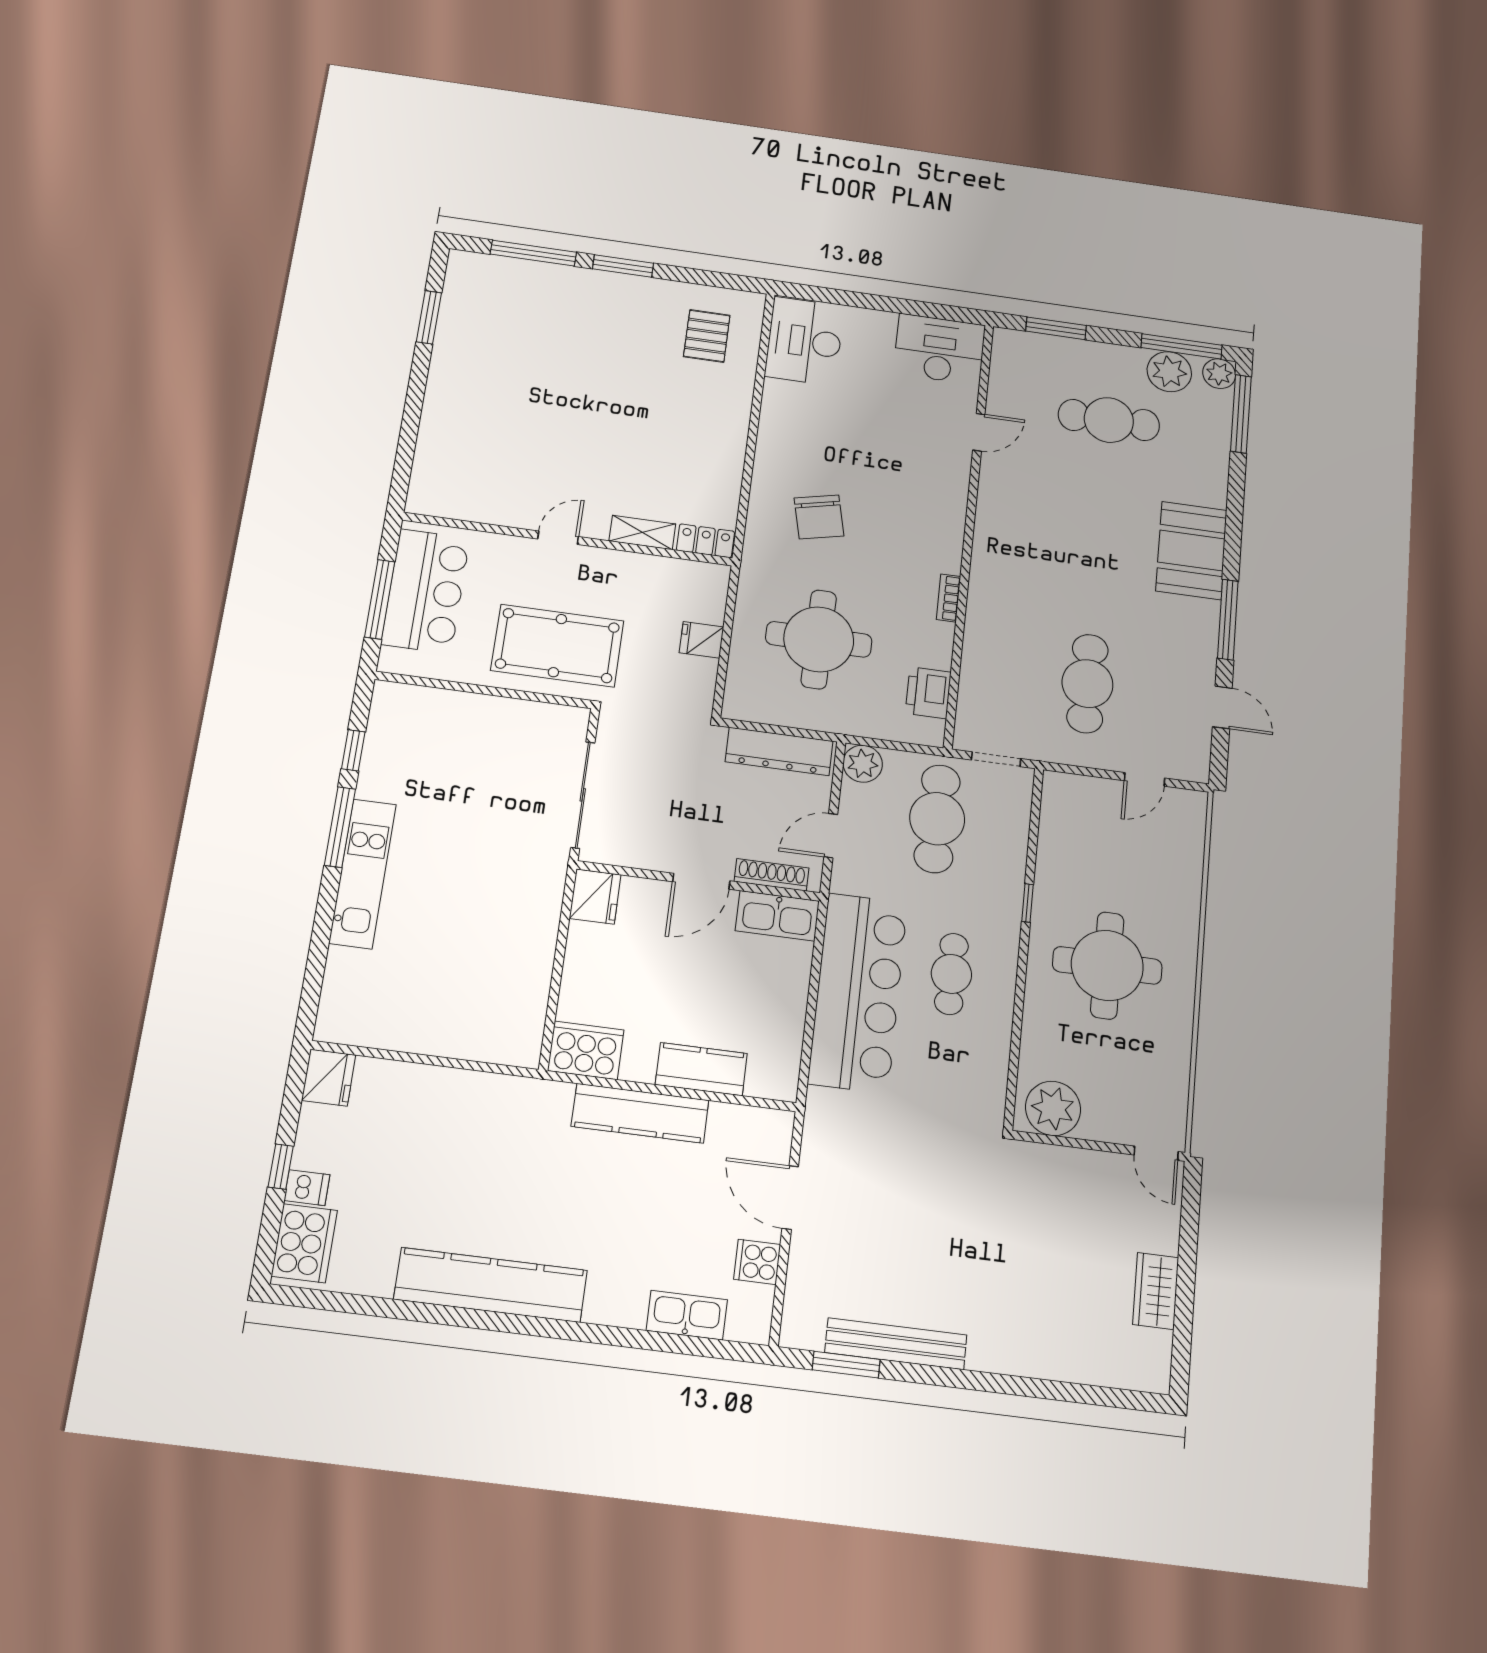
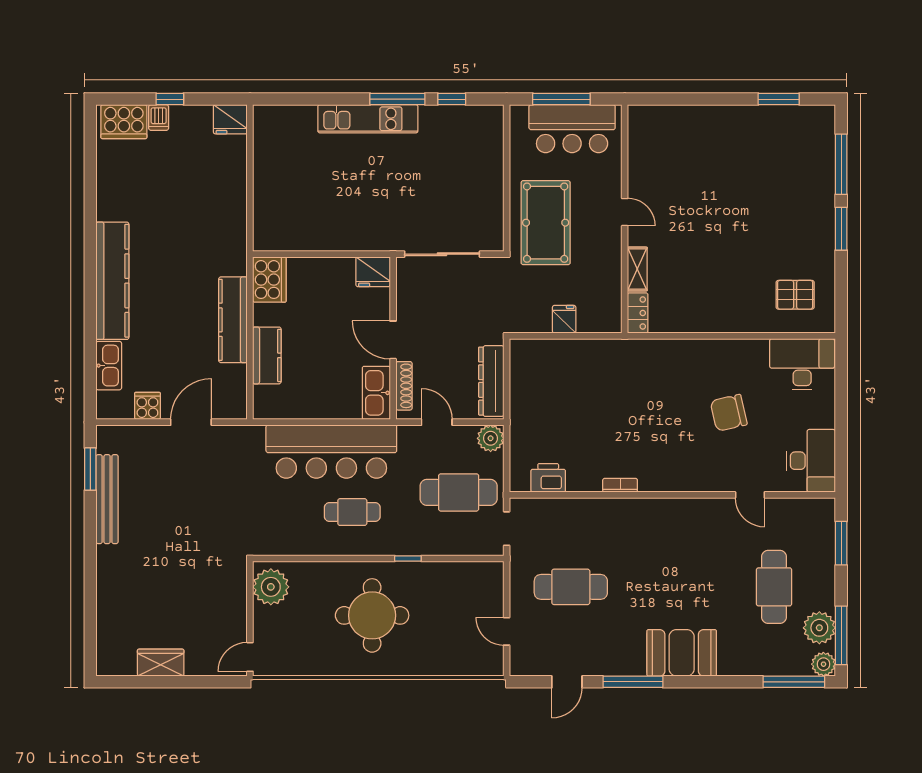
chair: (819, 517) -> (729, 413), moved
round table: (819, 639) -> (576, 399), removed
kitchen counter: (491, 1285) -> (112, 281), moved

